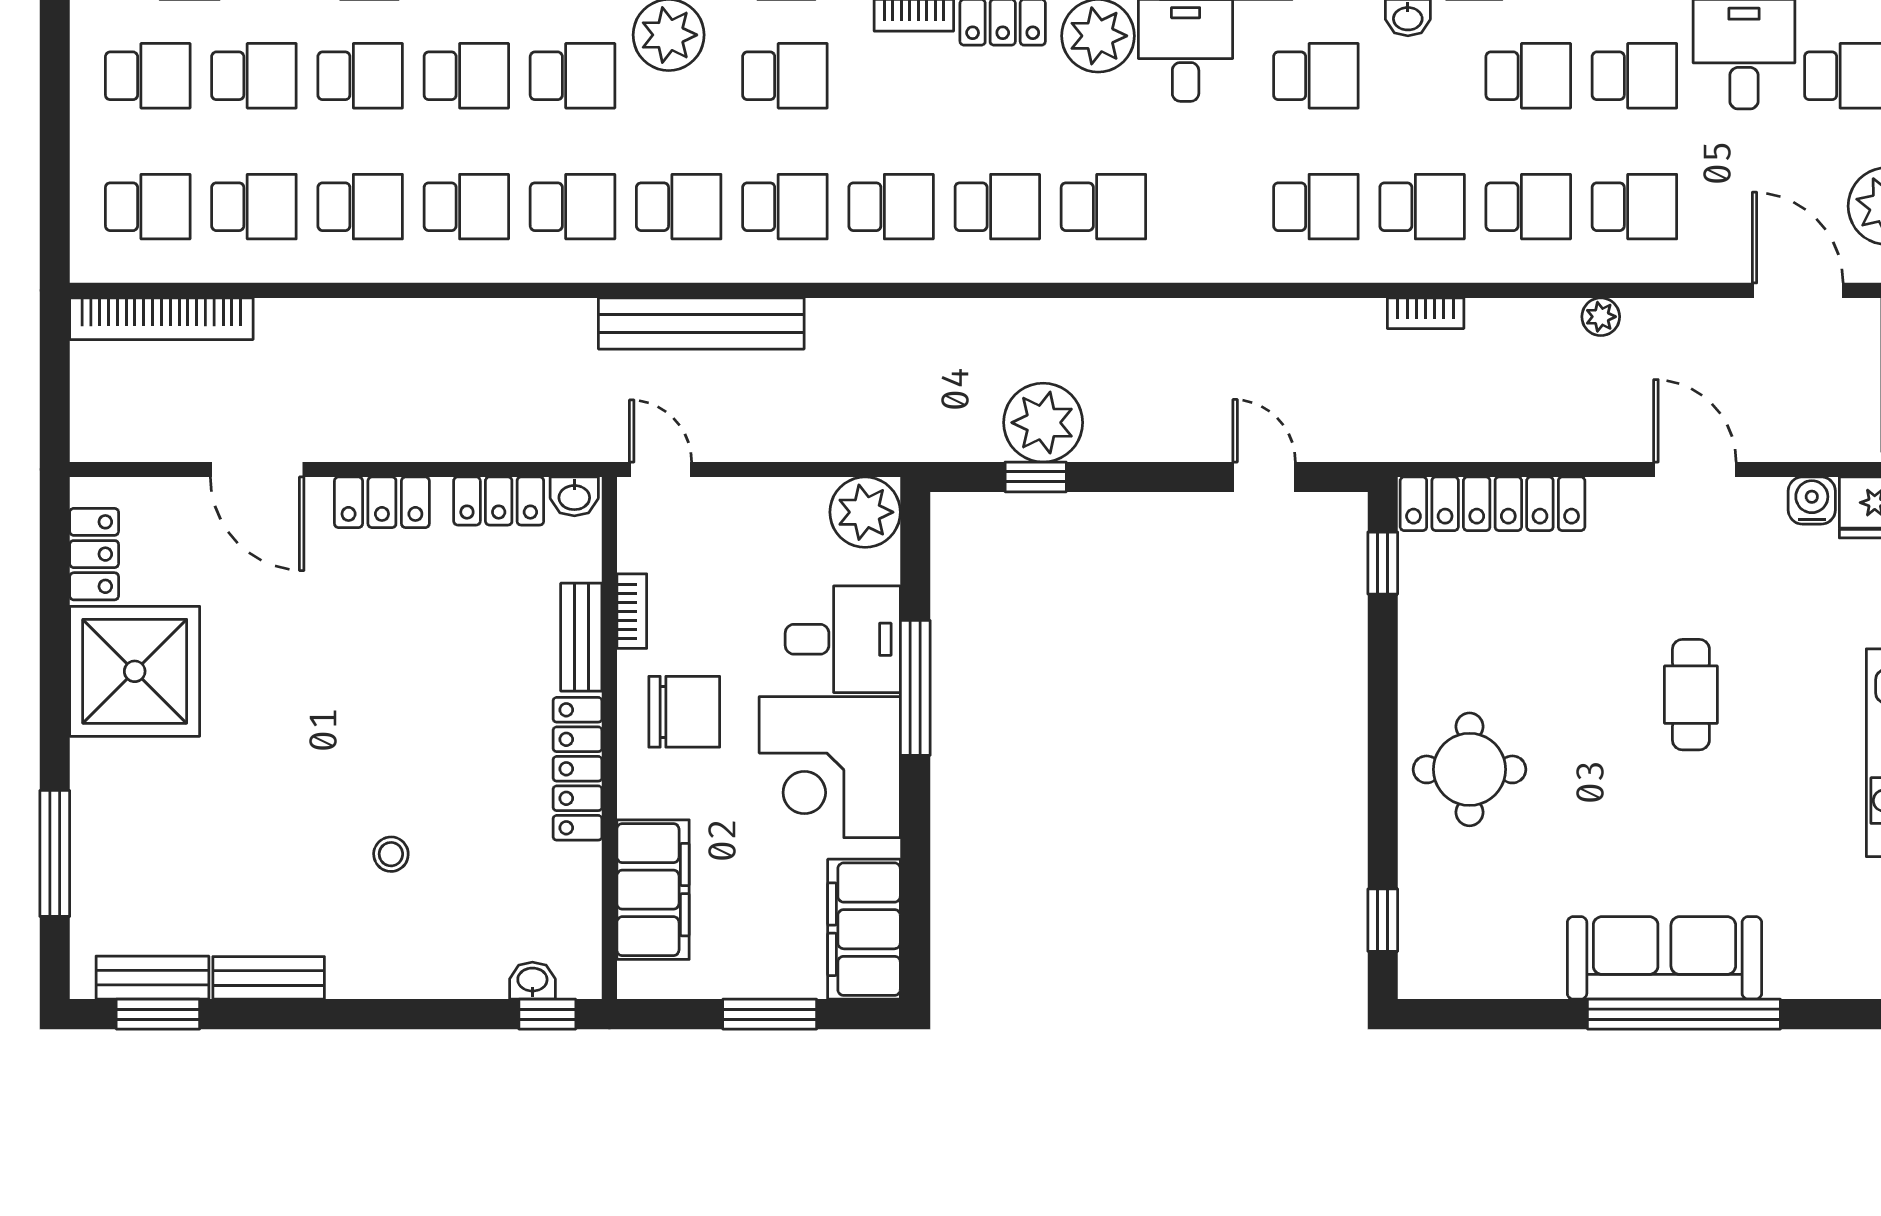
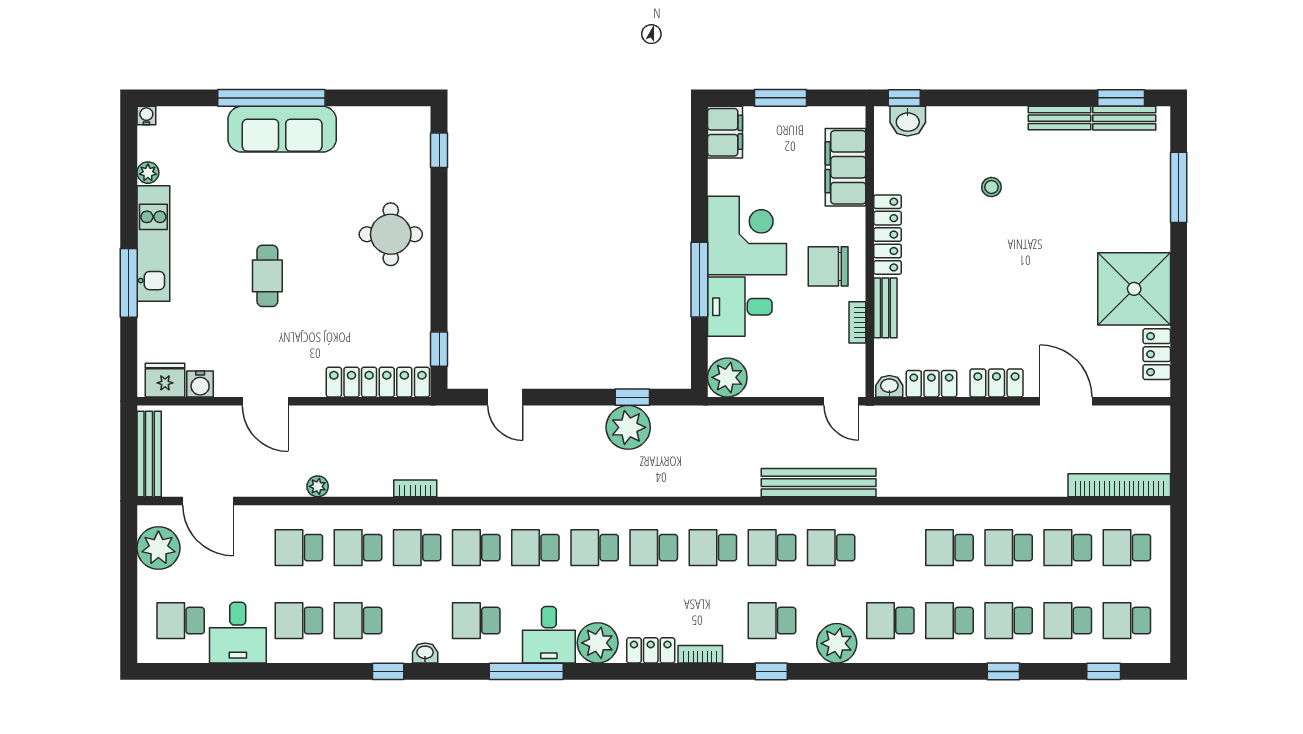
school desk: (573, 207) -> (535, 548), moved
filing cabinet: (864, 929) -> (725, 132), width x0.67, depth x0.86
washbasin: (532, 981) -> (908, 121), width x1.38, depth x1.45

